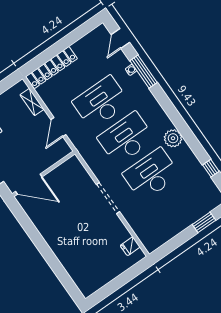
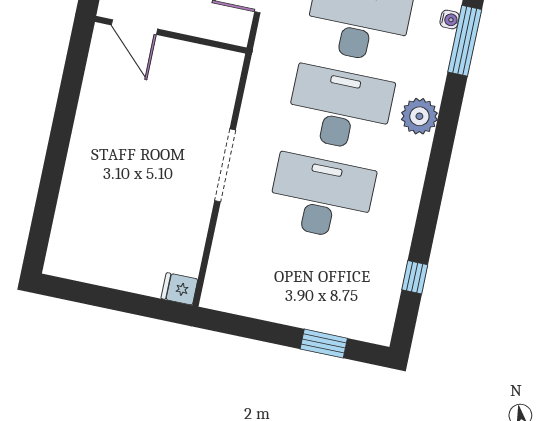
plant: (173, 138) -> (419, 116), moved
door: (29, 184) -> (134, 27), width x0.73
fridge: (130, 246) -> (179, 289), moved

